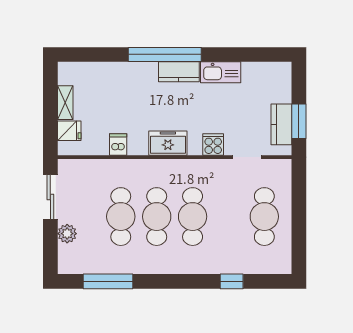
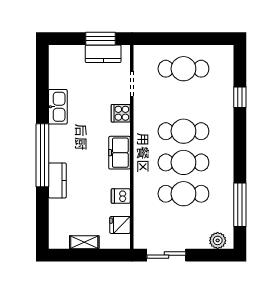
kitchen counter: (179, 72) -> (57, 180), moved
fridge: (69, 131) -> (120, 225), moved, turned -90
plant: (67, 234) -> (218, 240), moved

